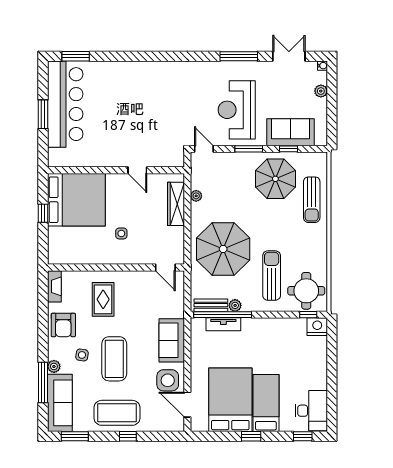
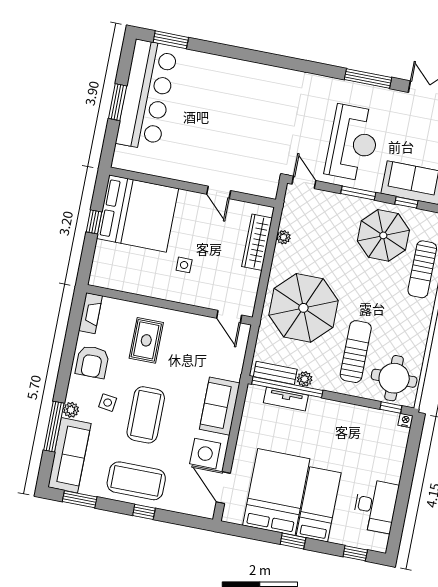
reception desk: (237, 110) -> (353, 143), turned 180
nightstand: (317, 327) -> (405, 420), width x0.53, depth x0.56
desk: (311, 411) -> (375, 506), moved

